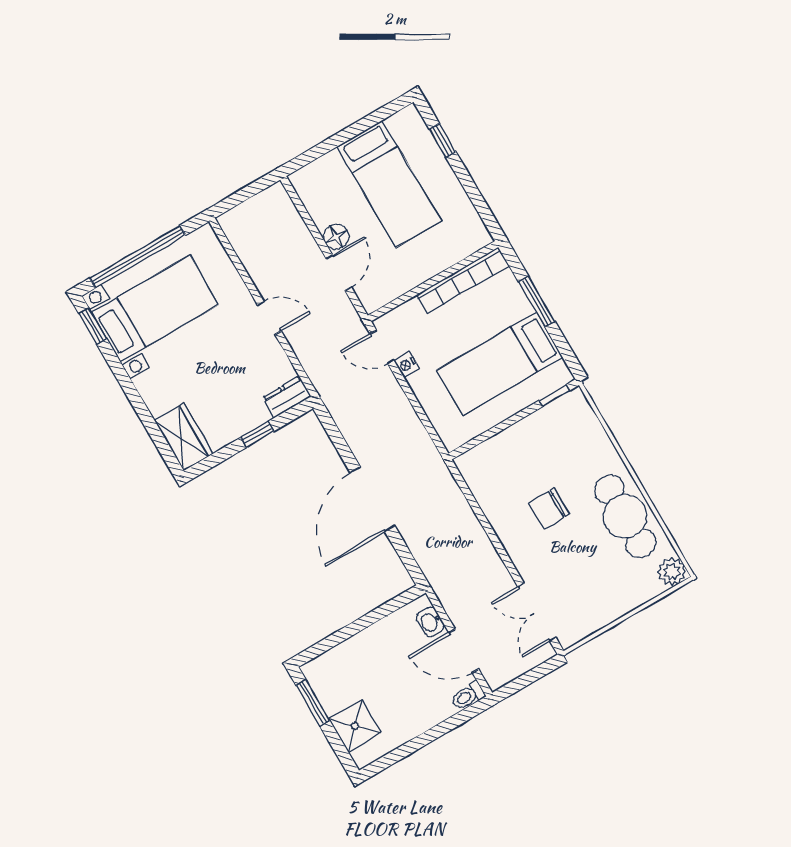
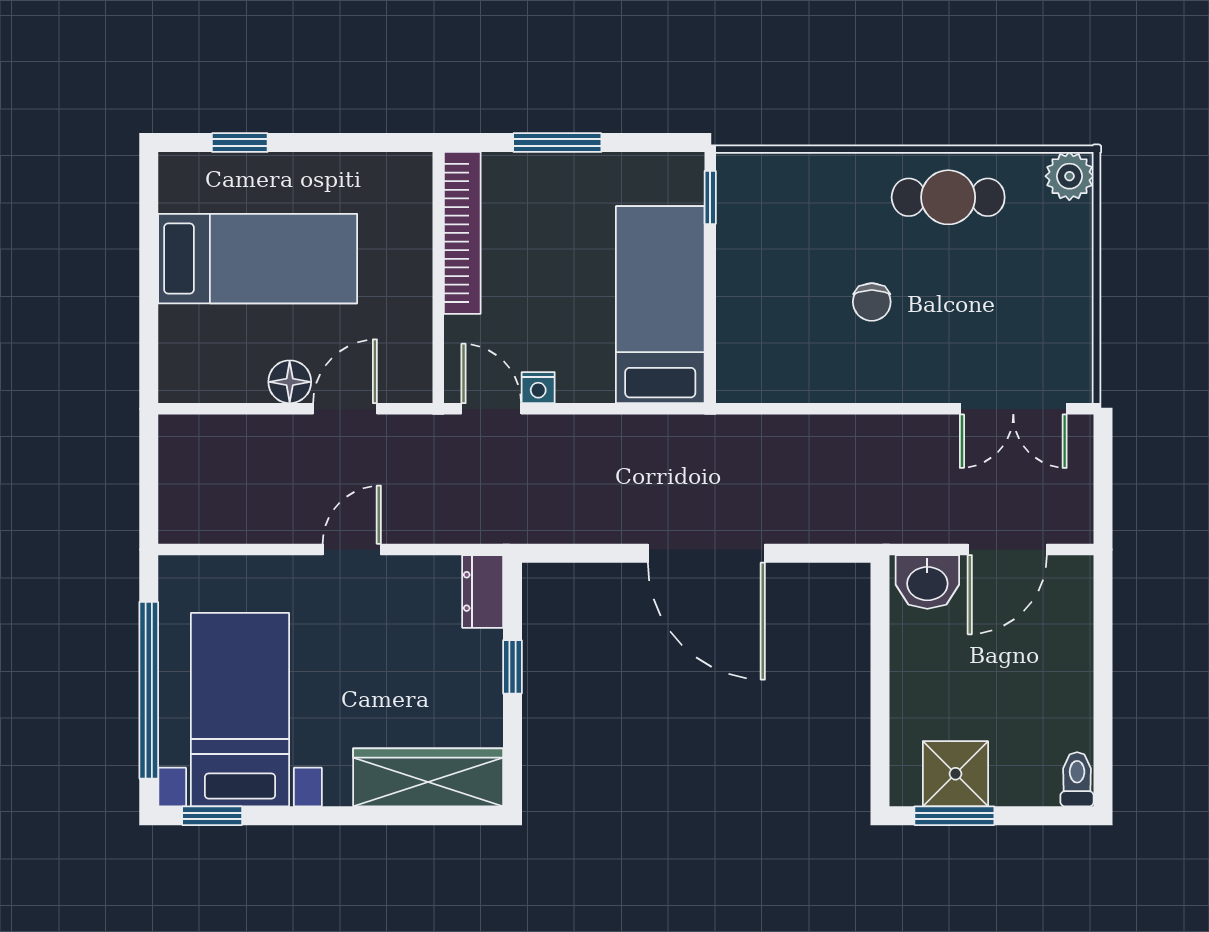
door: (339, 273) -> (345, 409), hinge flipped
door: (382, 347) -> (491, 409), swing flipped
bed: (500, 364) -> (660, 305), moved, turned 180
wardrobe: (184, 437) -> (428, 777), width x1.50
chair: (549, 509) -> (872, 302), width x0.73, depth x0.73
cafe table: (625, 516) -> (948, 197), width x0.73, depth x0.74
washbasin: (430, 622) -> (927, 582), width x1.38, depth x1.45
toilet: (468, 696) -> (1077, 779), moved, turned 180
shower: (355, 726) -> (955, 774), moved

